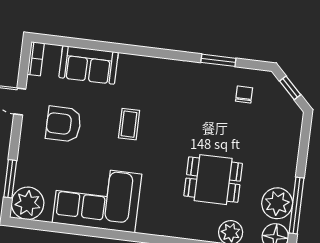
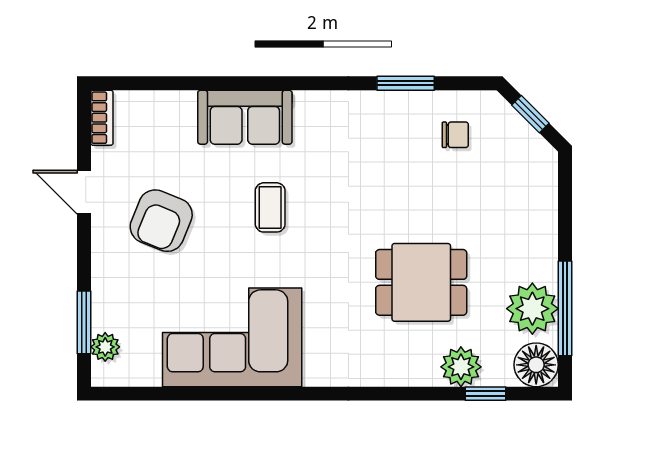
sofa: (89, 65) -> (245, 117), moved
chair: (244, 95) -> (455, 135), turned 90
armchair: (63, 124) -> (161, 221), turned -68
plant: (28, 203) -> (105, 347), width x0.53, depth x0.53

